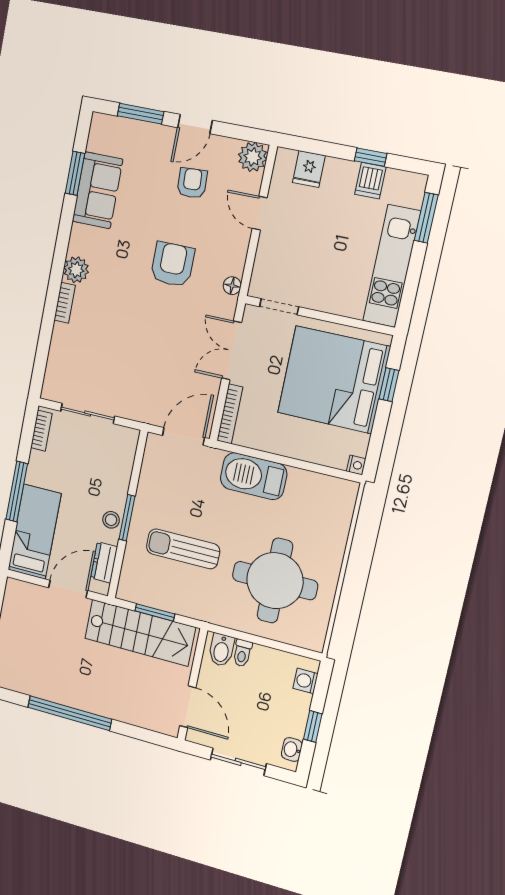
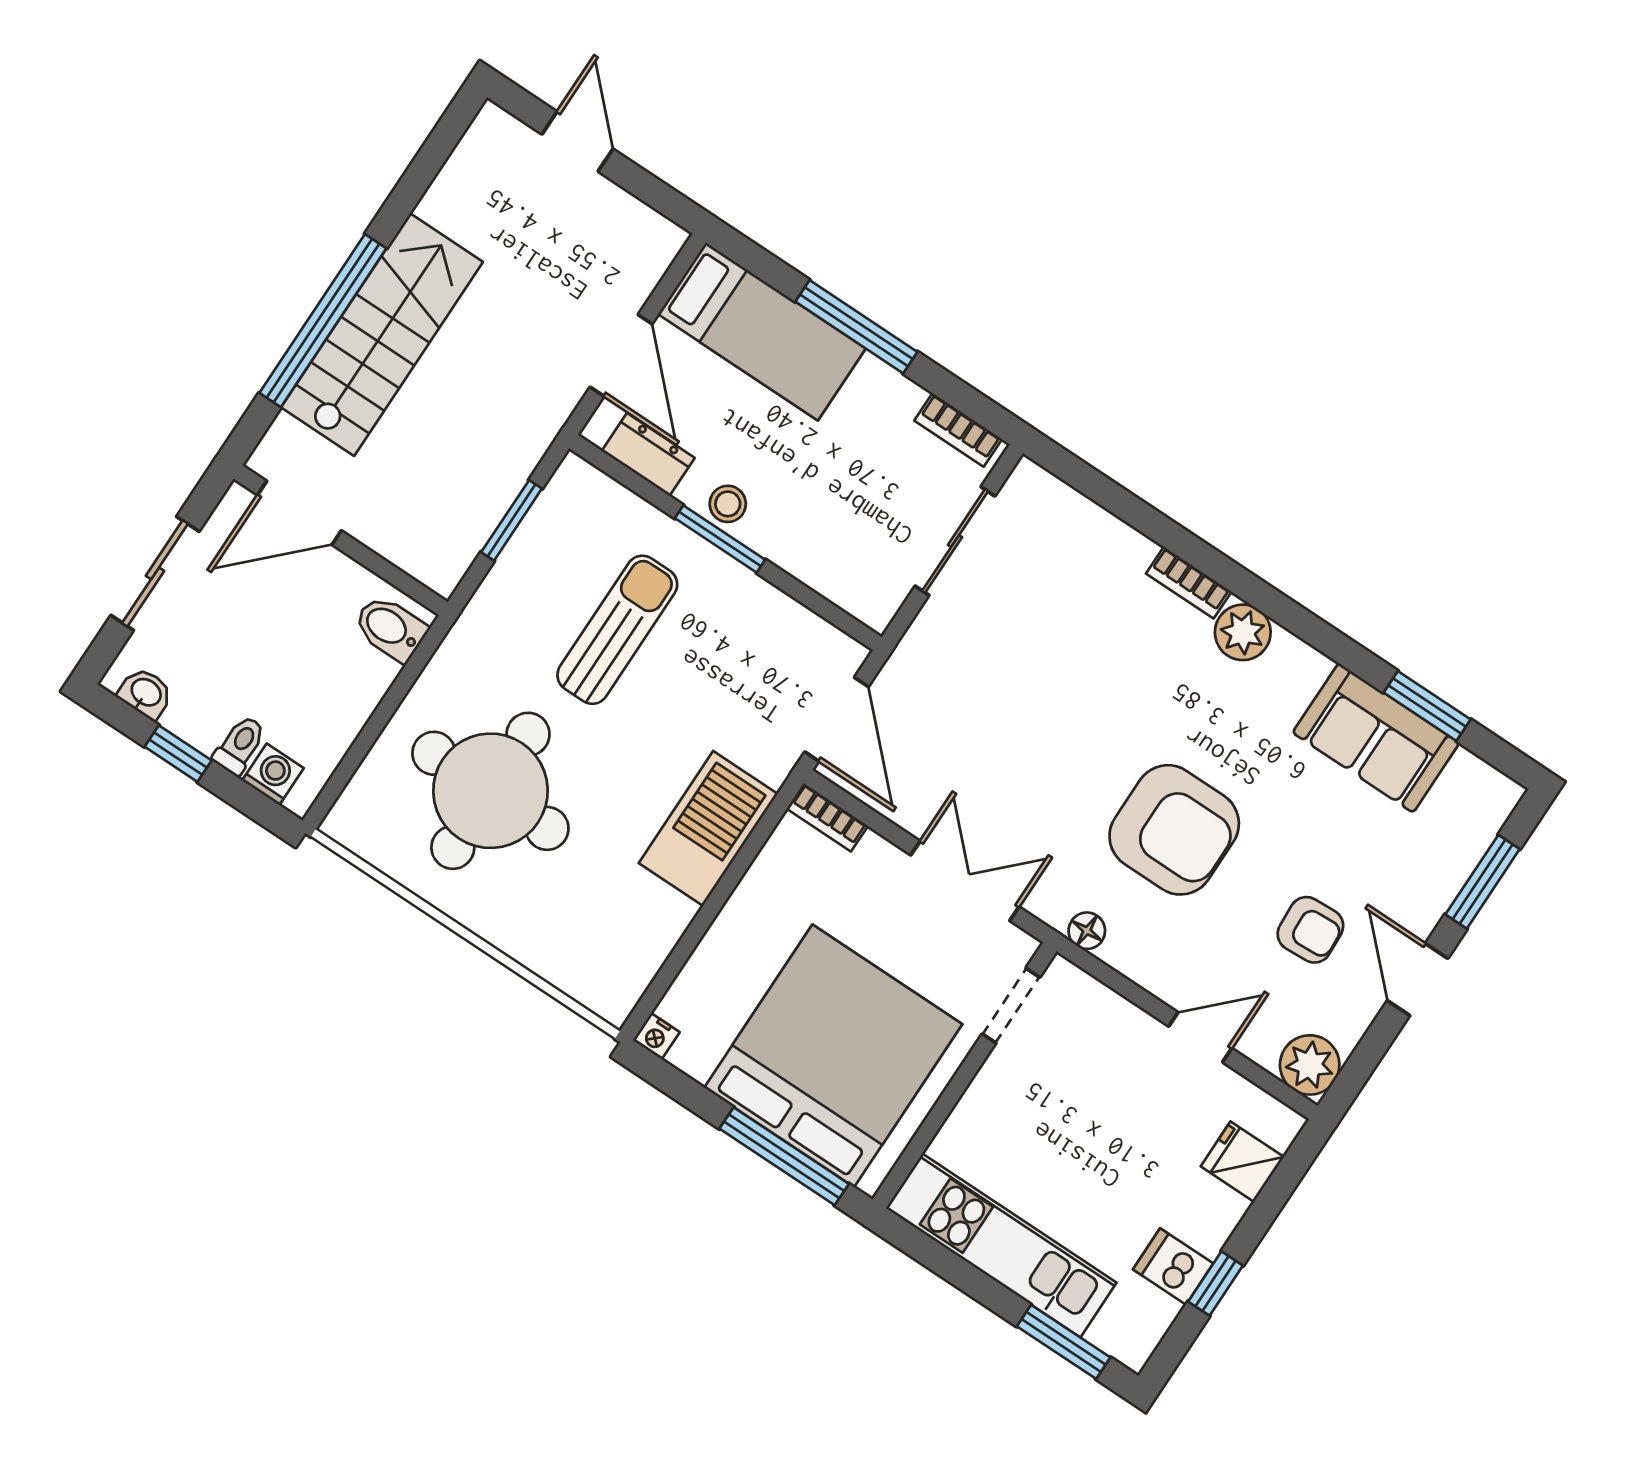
armchair: (172, 264) -> (1174, 830), width x1.36, depth x1.36
window: (389, 385) -> (784, 1156), width x2.17
bookcase: (230, 414) -> (827, 817), width x0.64
stairs: (140, 633) -> (382, 335), moved, turned 180
toilet: (242, 653) -> (240, 745), moved, turned 90
window: (70, 713) -> (323, 321), moved

